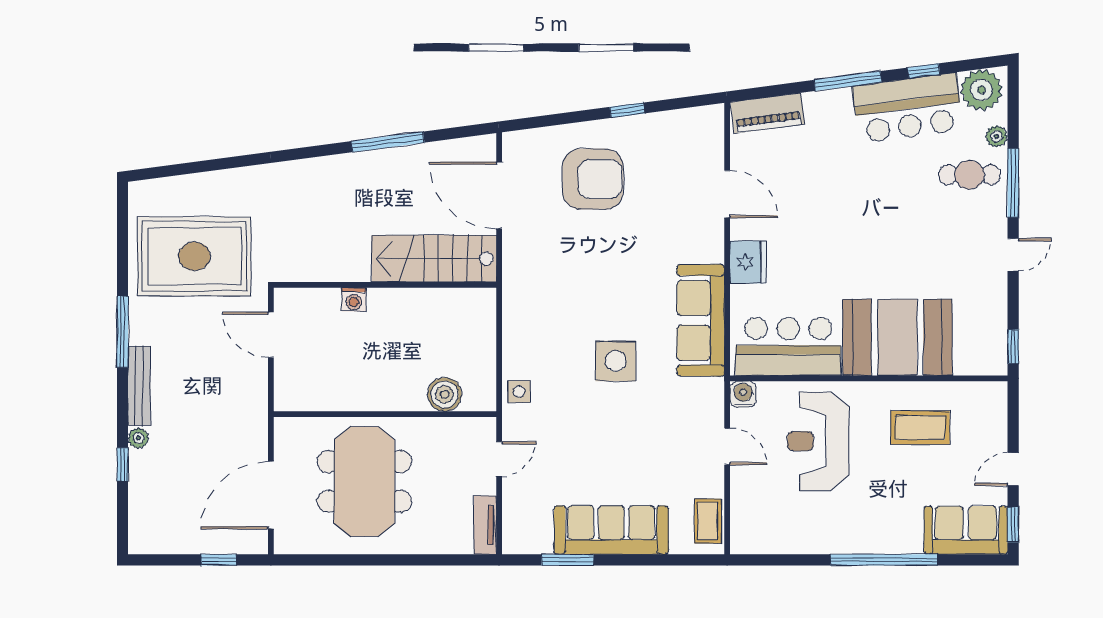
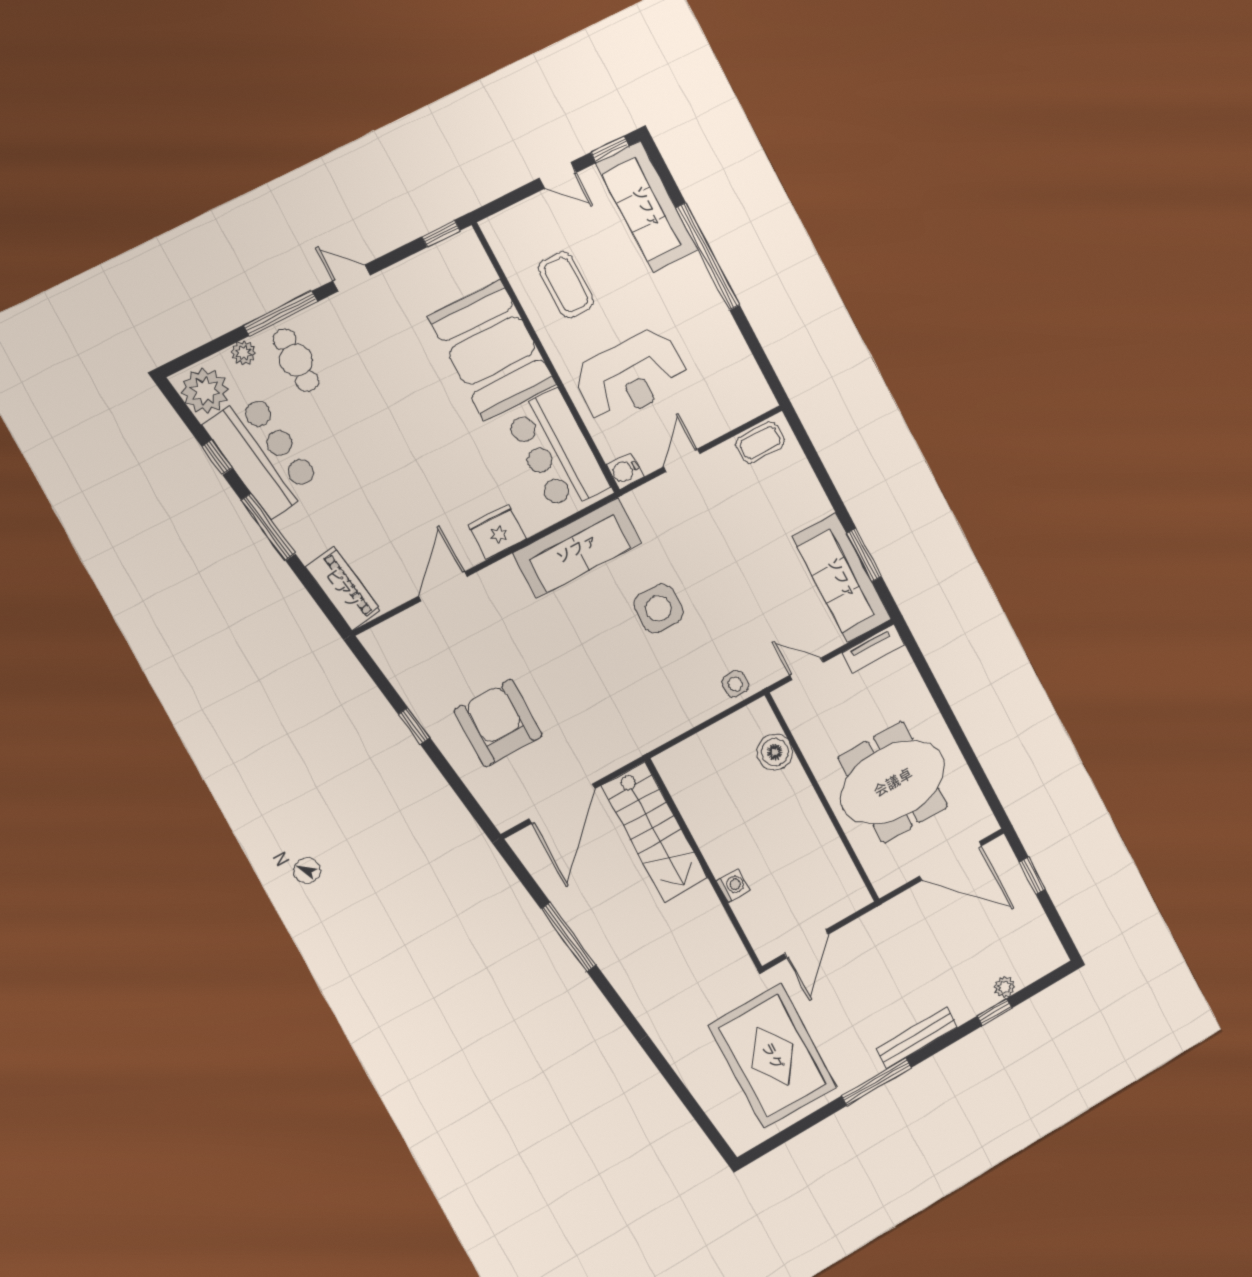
plant: (138, 438) -> (1005, 987), moved
sofa: (611, 530) -> (842, 578), moved
sofa: (966, 530) -> (647, 207), width x1.36

